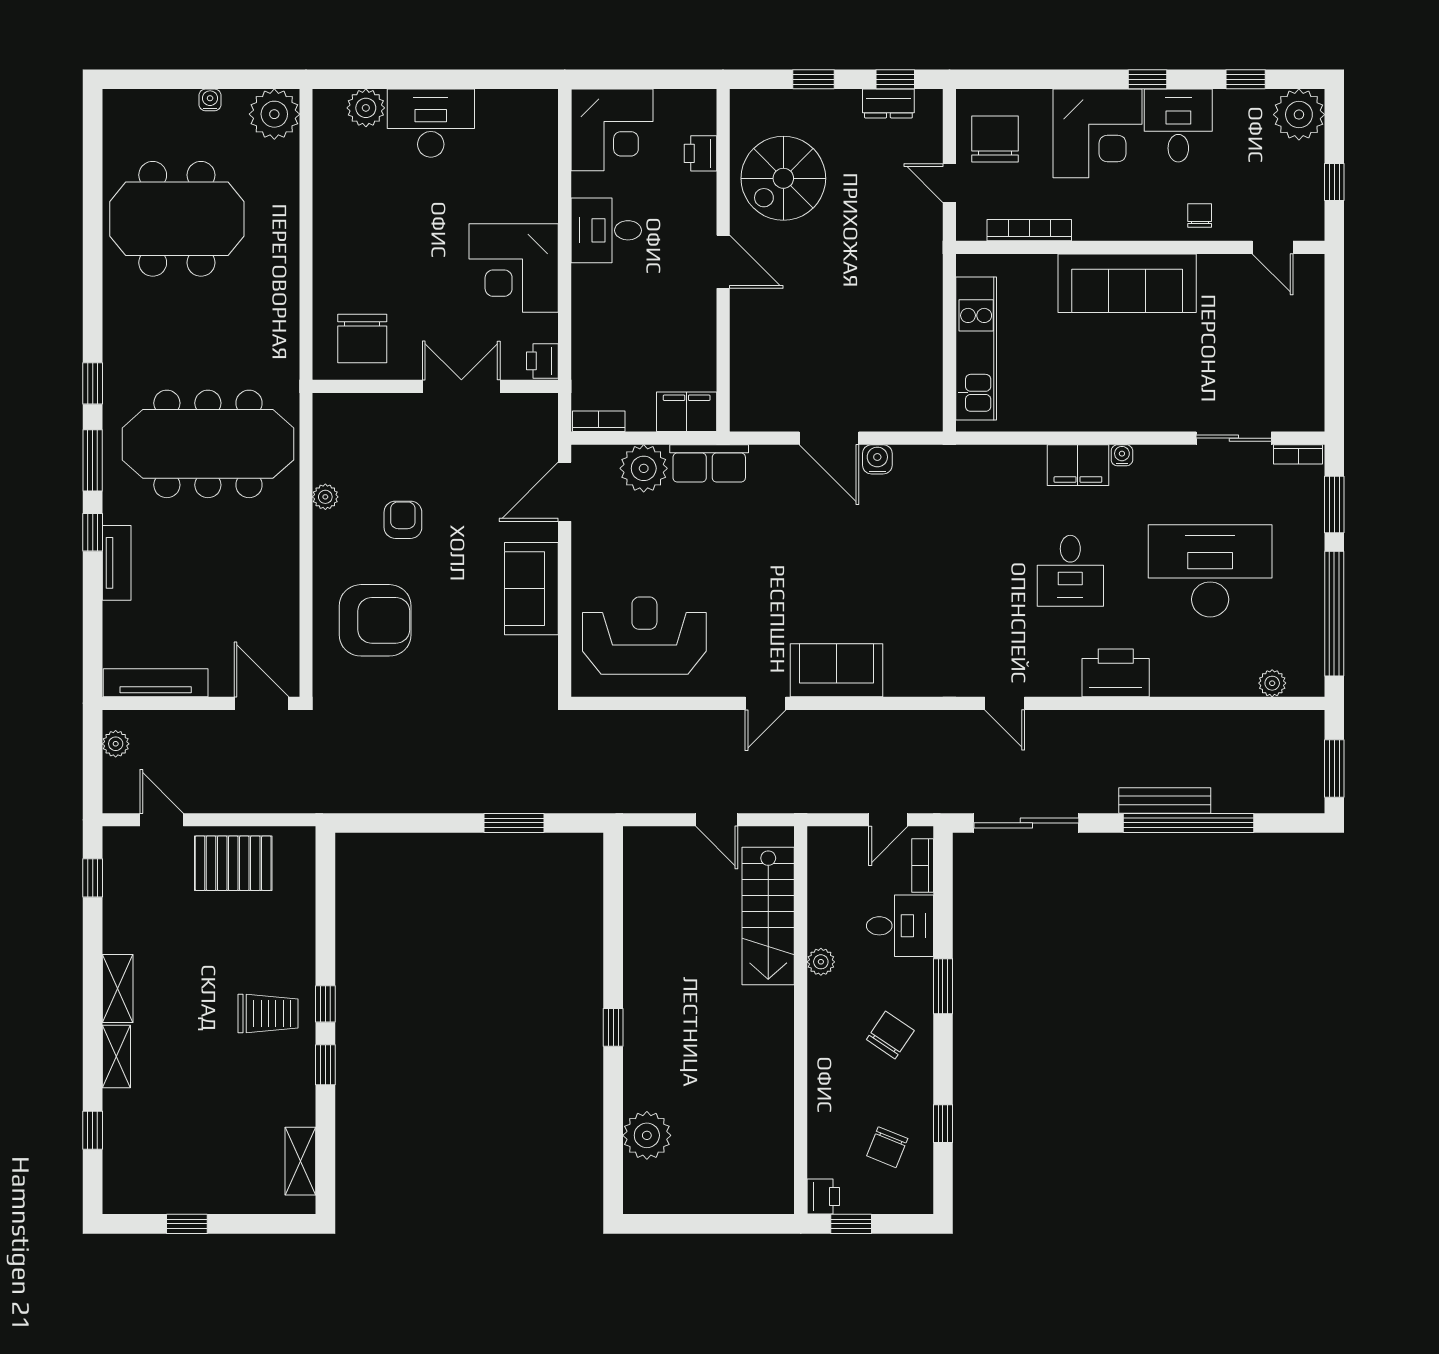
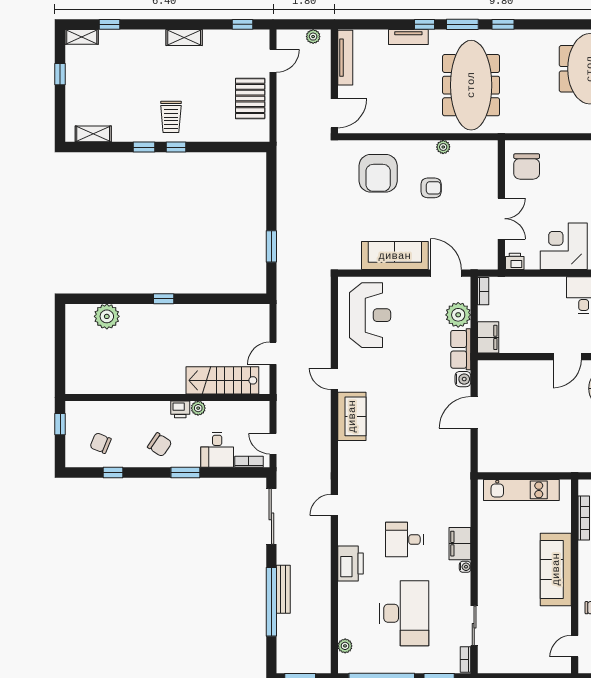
chair: (362, 339) -> (527, 166), turned -90
water cooler: (877, 459) -> (463, 379), moved
sofa: (531, 589) -> (395, 256), width x1.36
shelving: (116, 1056) -> (82, 37), moved
printer: (823, 1196) -> (180, 409), moved

